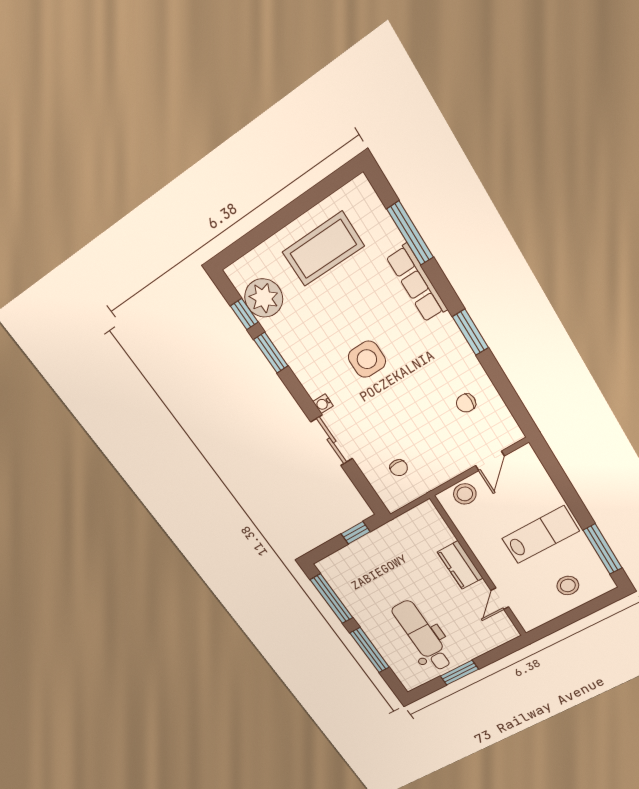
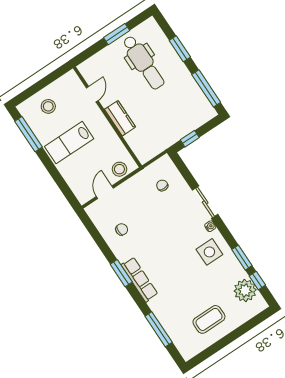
coffee table: (323, 249) -> (209, 319), width x0.73, depth x0.76
row of seats: (417, 283) -> (139, 279), moved
side table: (367, 359) -> (209, 252), moved
window: (370, 650) -> (180, 49), width x0.69

